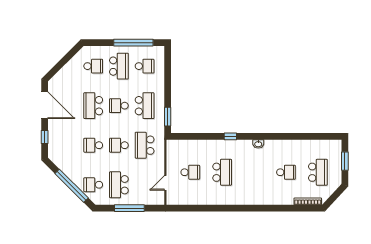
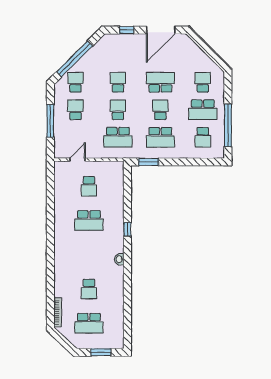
school desk: (93, 66) -> (203, 82), turned 180
school desk: (145, 145) -> (118, 137), turned 180
door: (165, 183) -> (78, 160), hinge flipped
school desk: (119, 185) -> (75, 110), width x0.54

